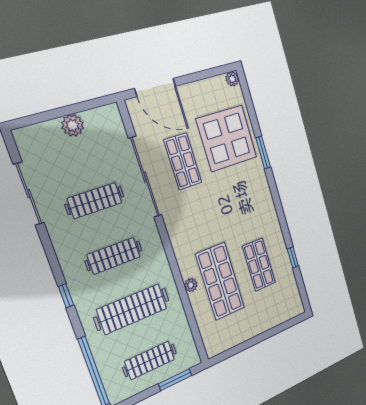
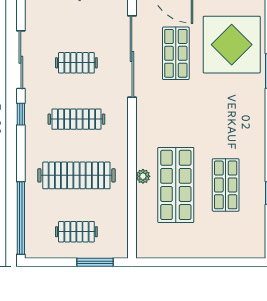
sliding door: (29, 194) -> (21, 60), moved
clothes rail: (95, 201) -> (76, 63), width x0.73
window: (66, 296) -> (21, 114), moved
clothes rail: (150, 360) -> (76, 232), width x0.73

